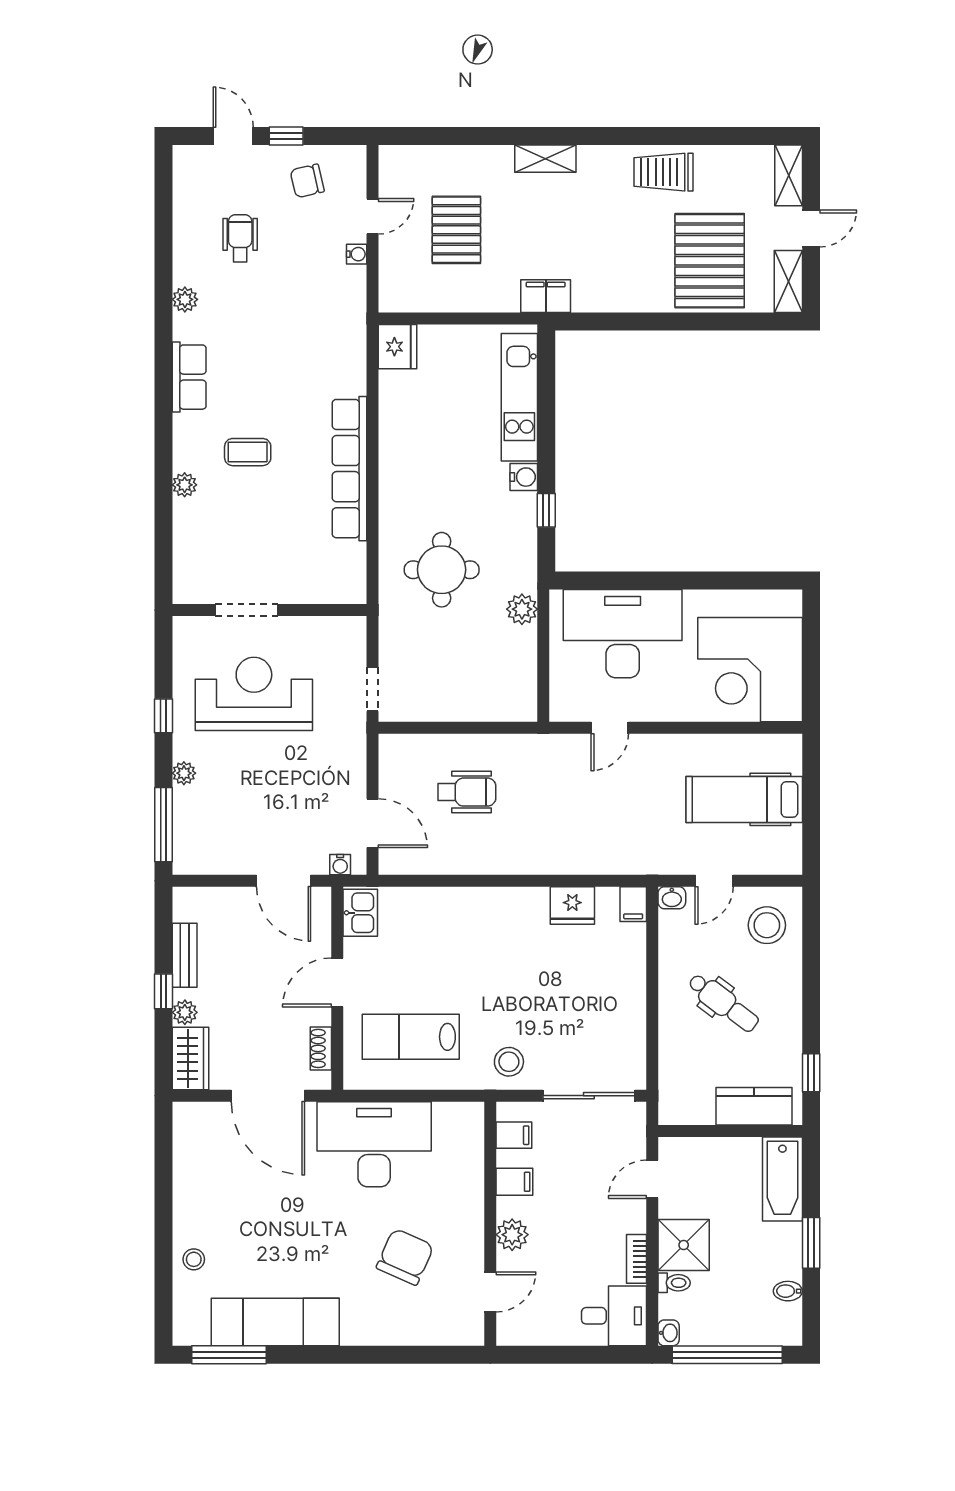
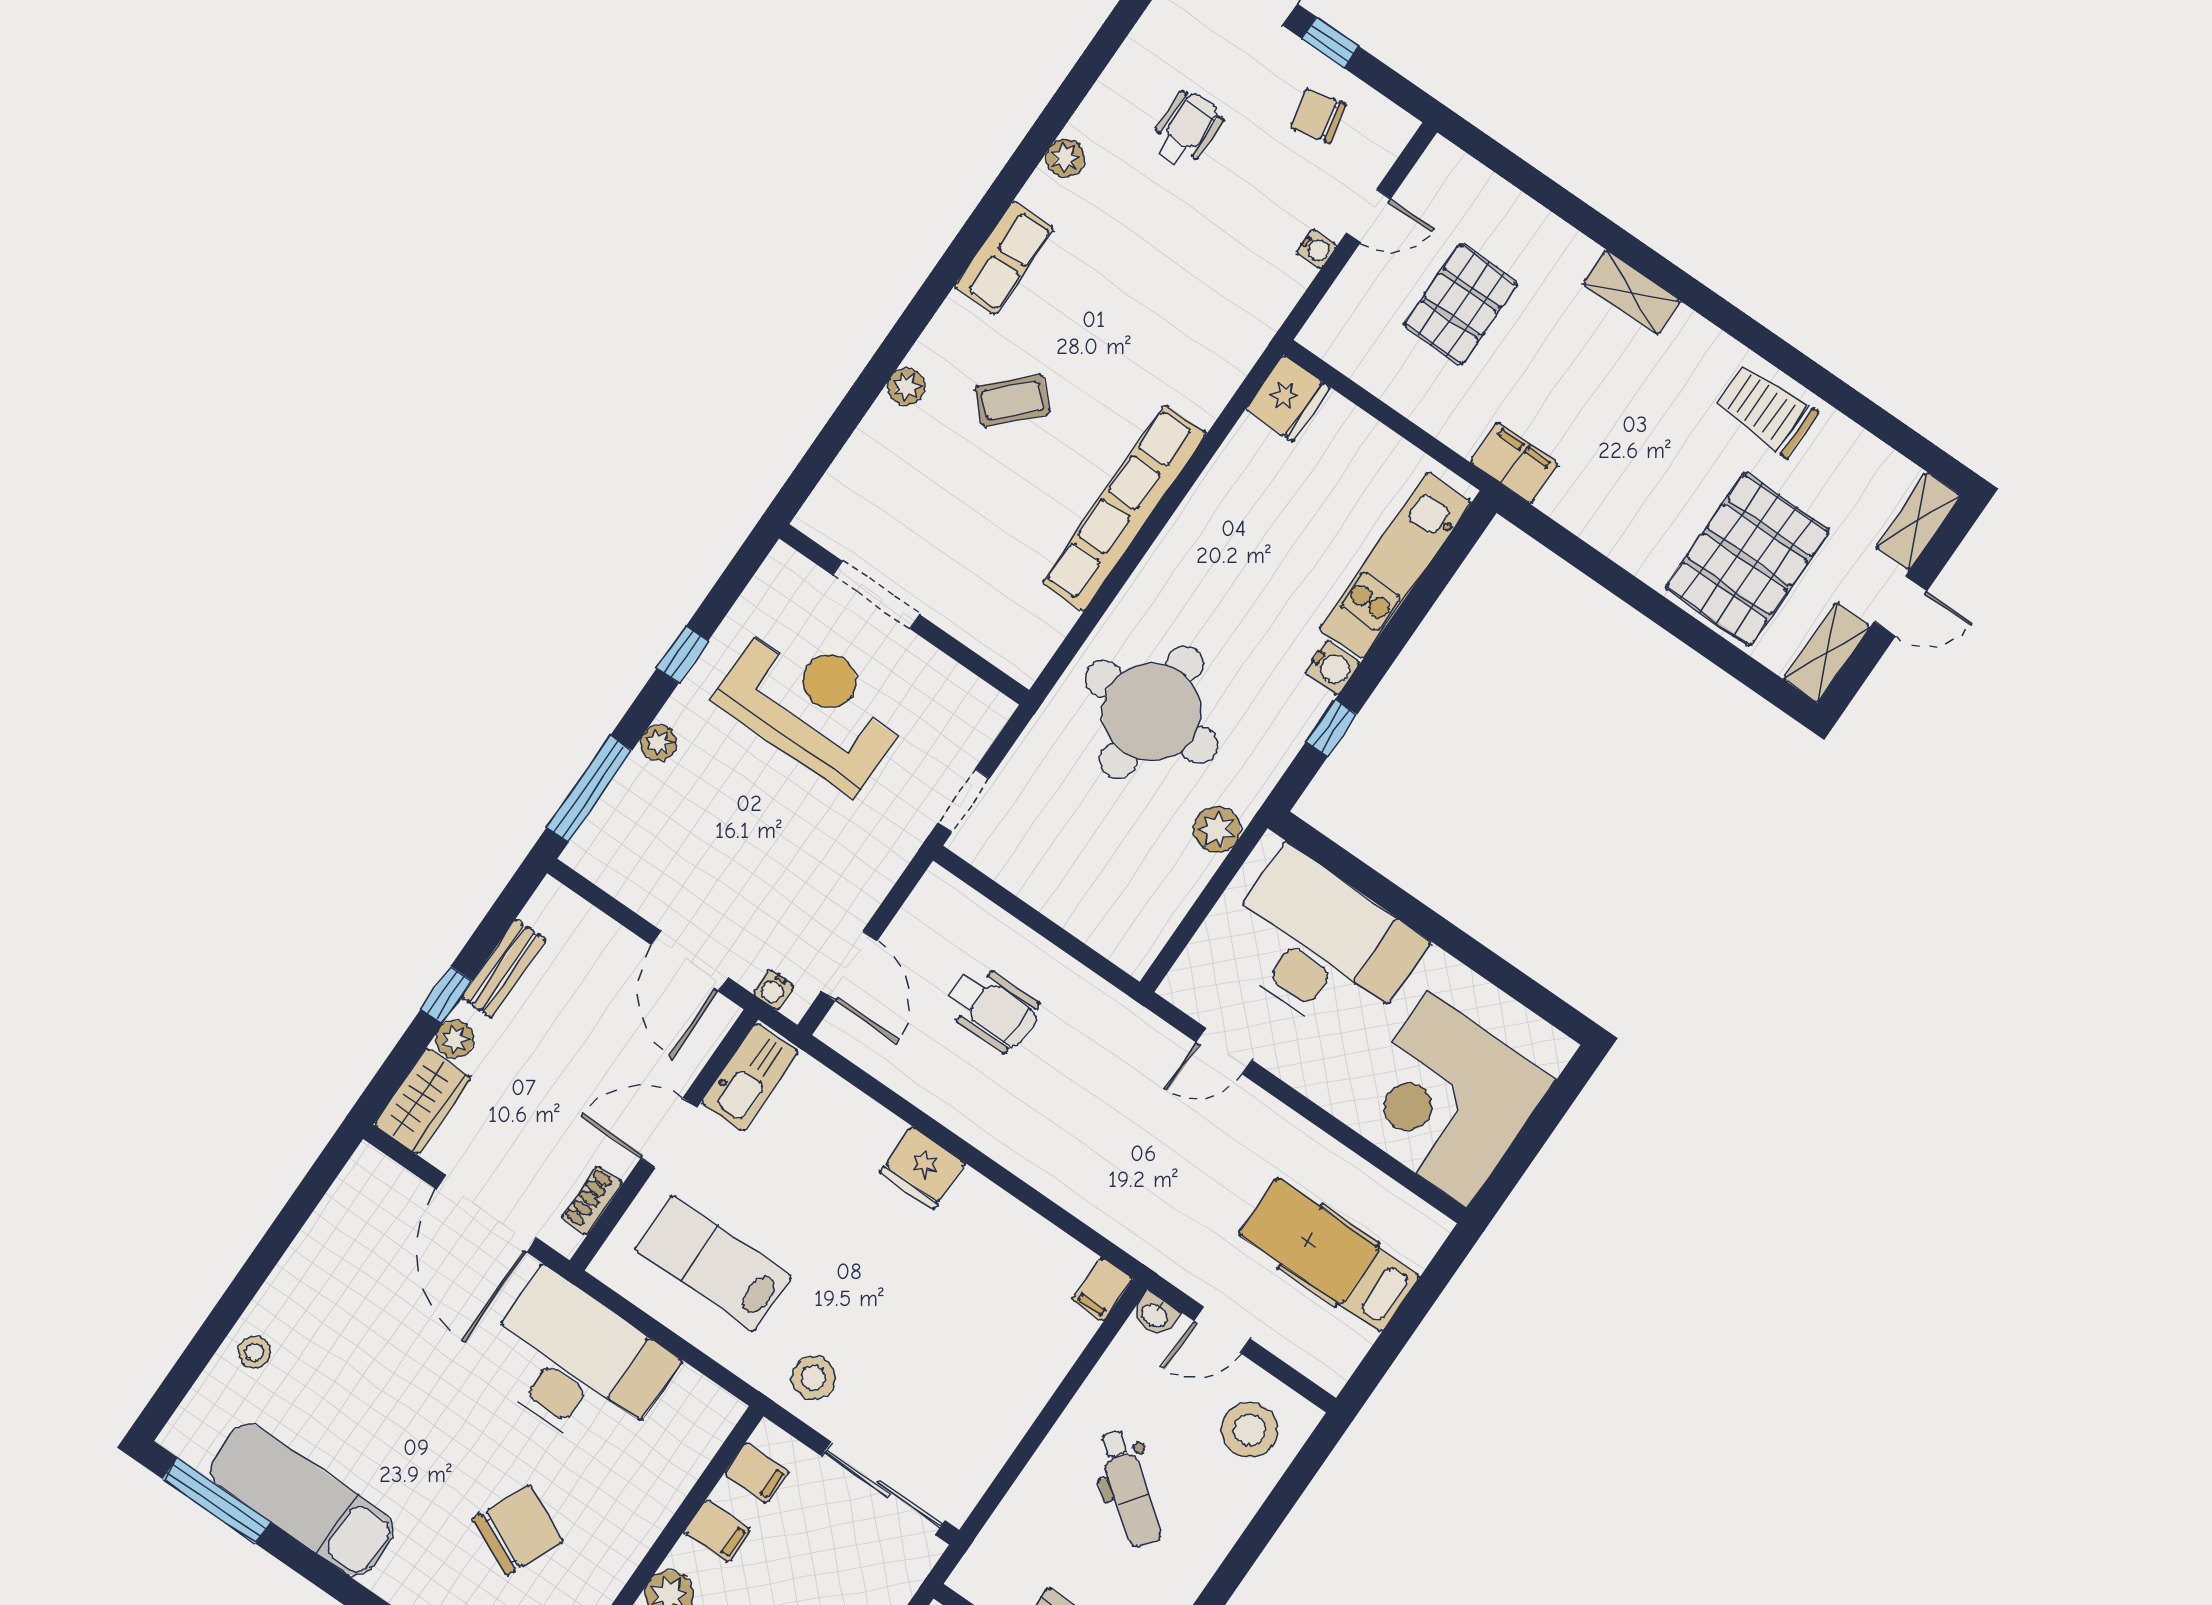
coffee table: (248, 452) -> (1012, 400), turned -45
round table: (442, 570) -> (1151, 712), width x1.36, depth x1.36
fridge: (572, 906) -> (923, 1168), moved
kitchen sink: (360, 913) -> (750, 1077), width x1.38

